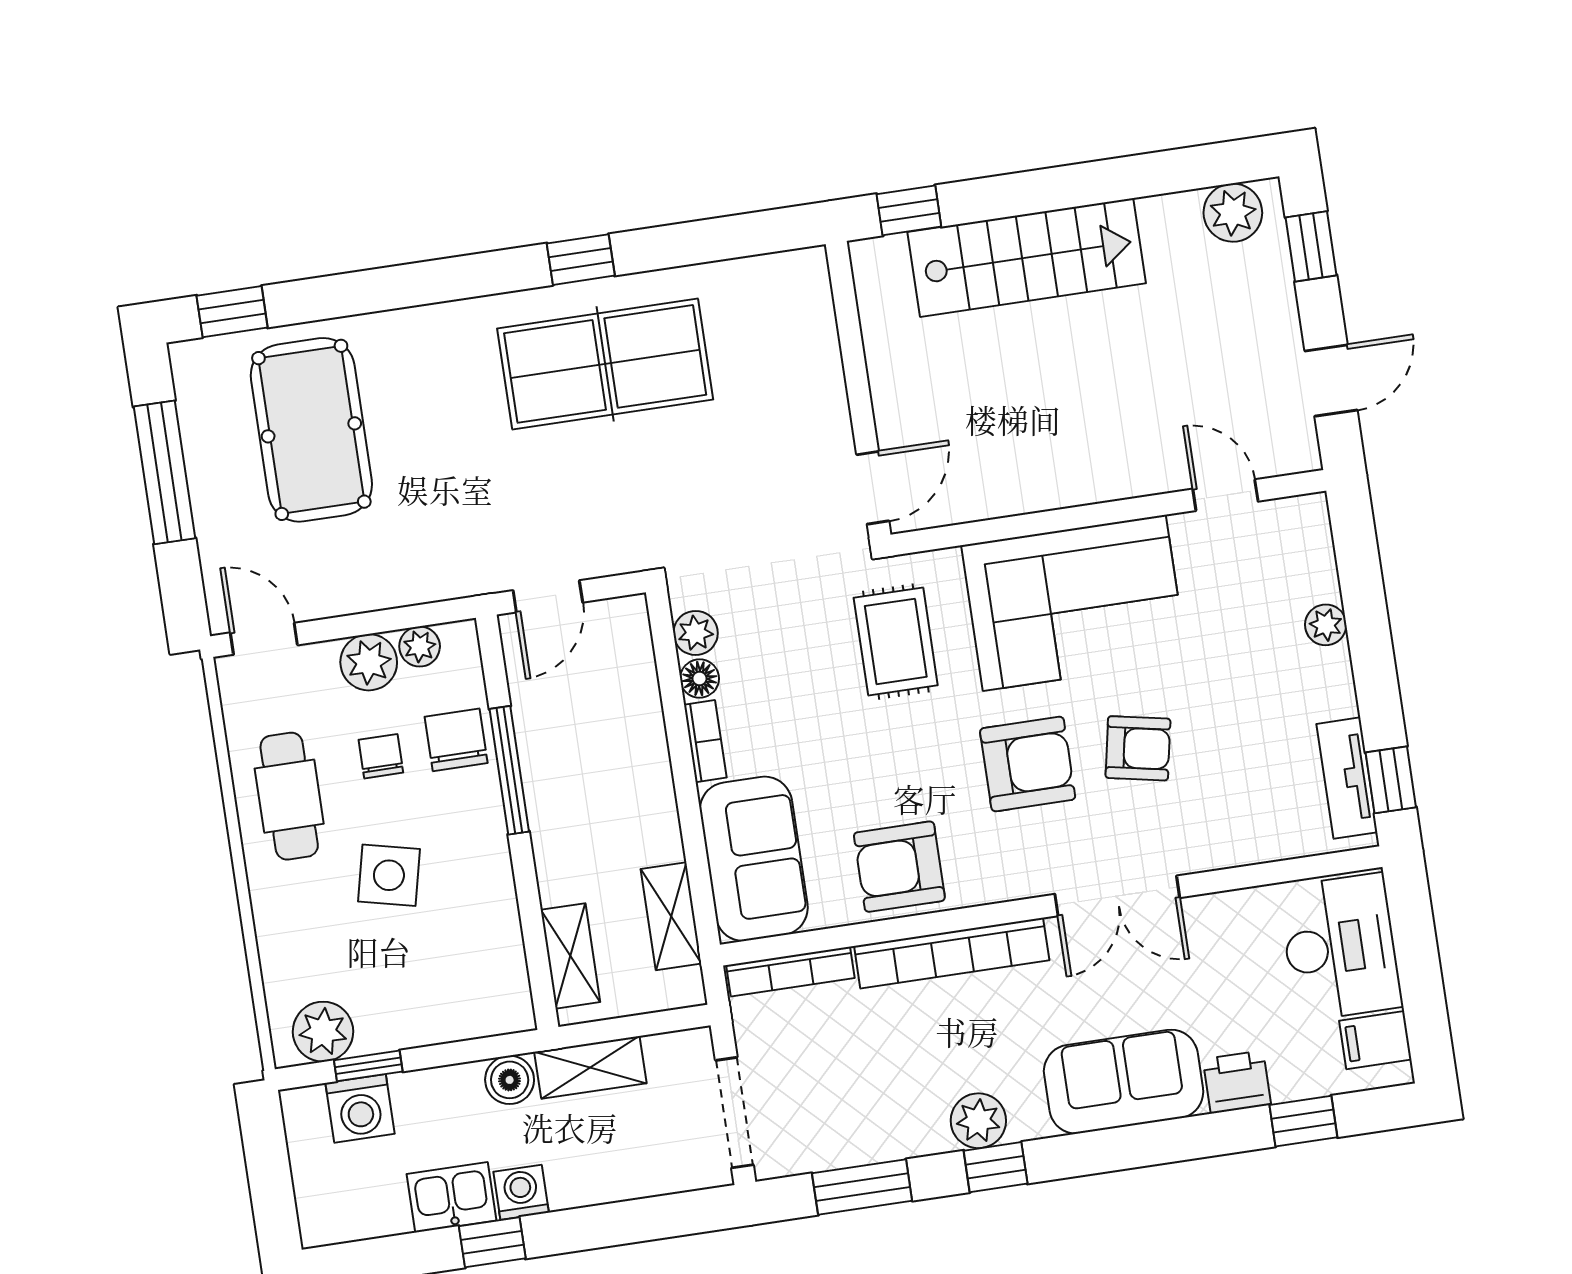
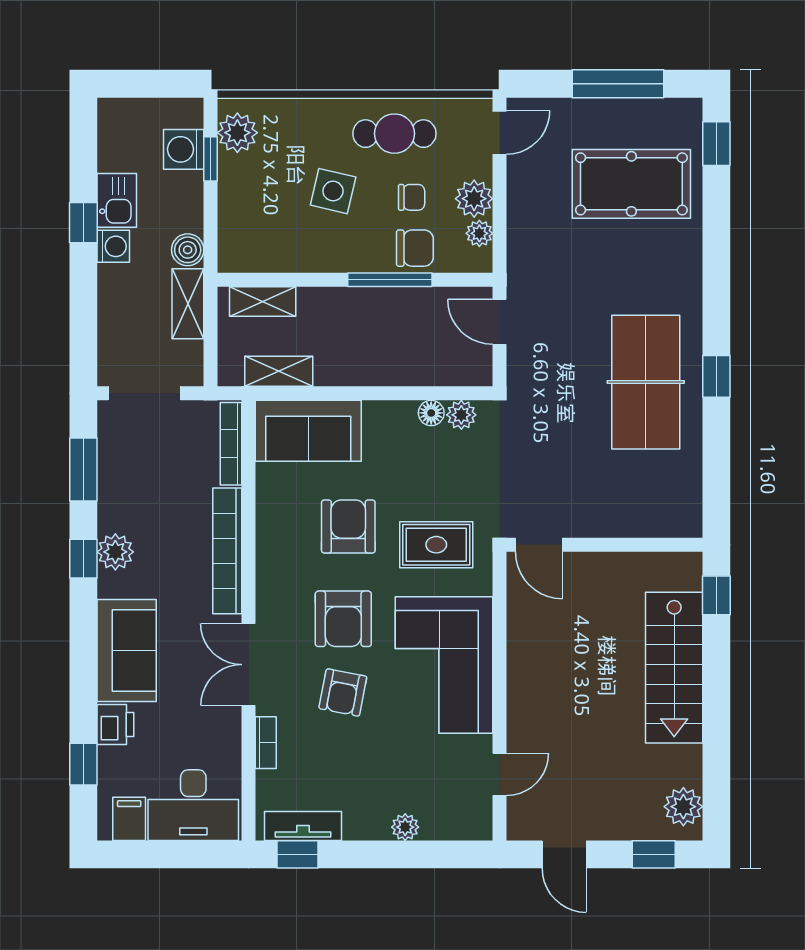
bookcase: (705, 741) -> (266, 743), moved, turned -90
armchair: (899, 867) -> (348, 527), moved

